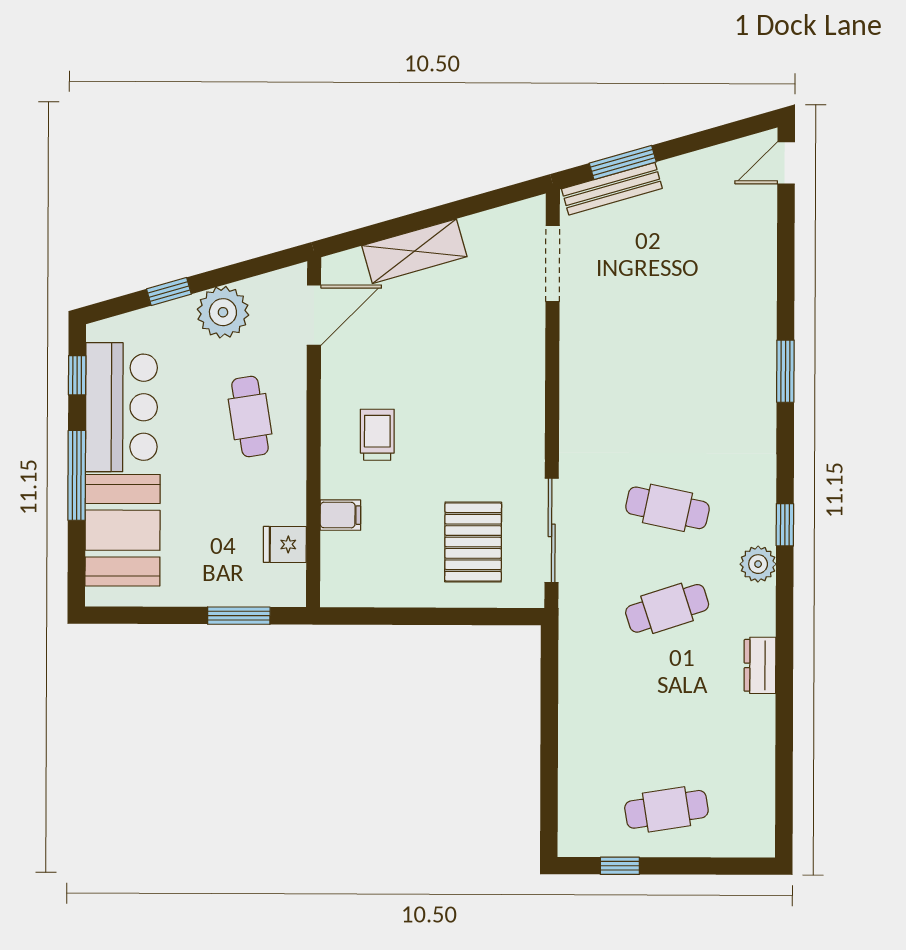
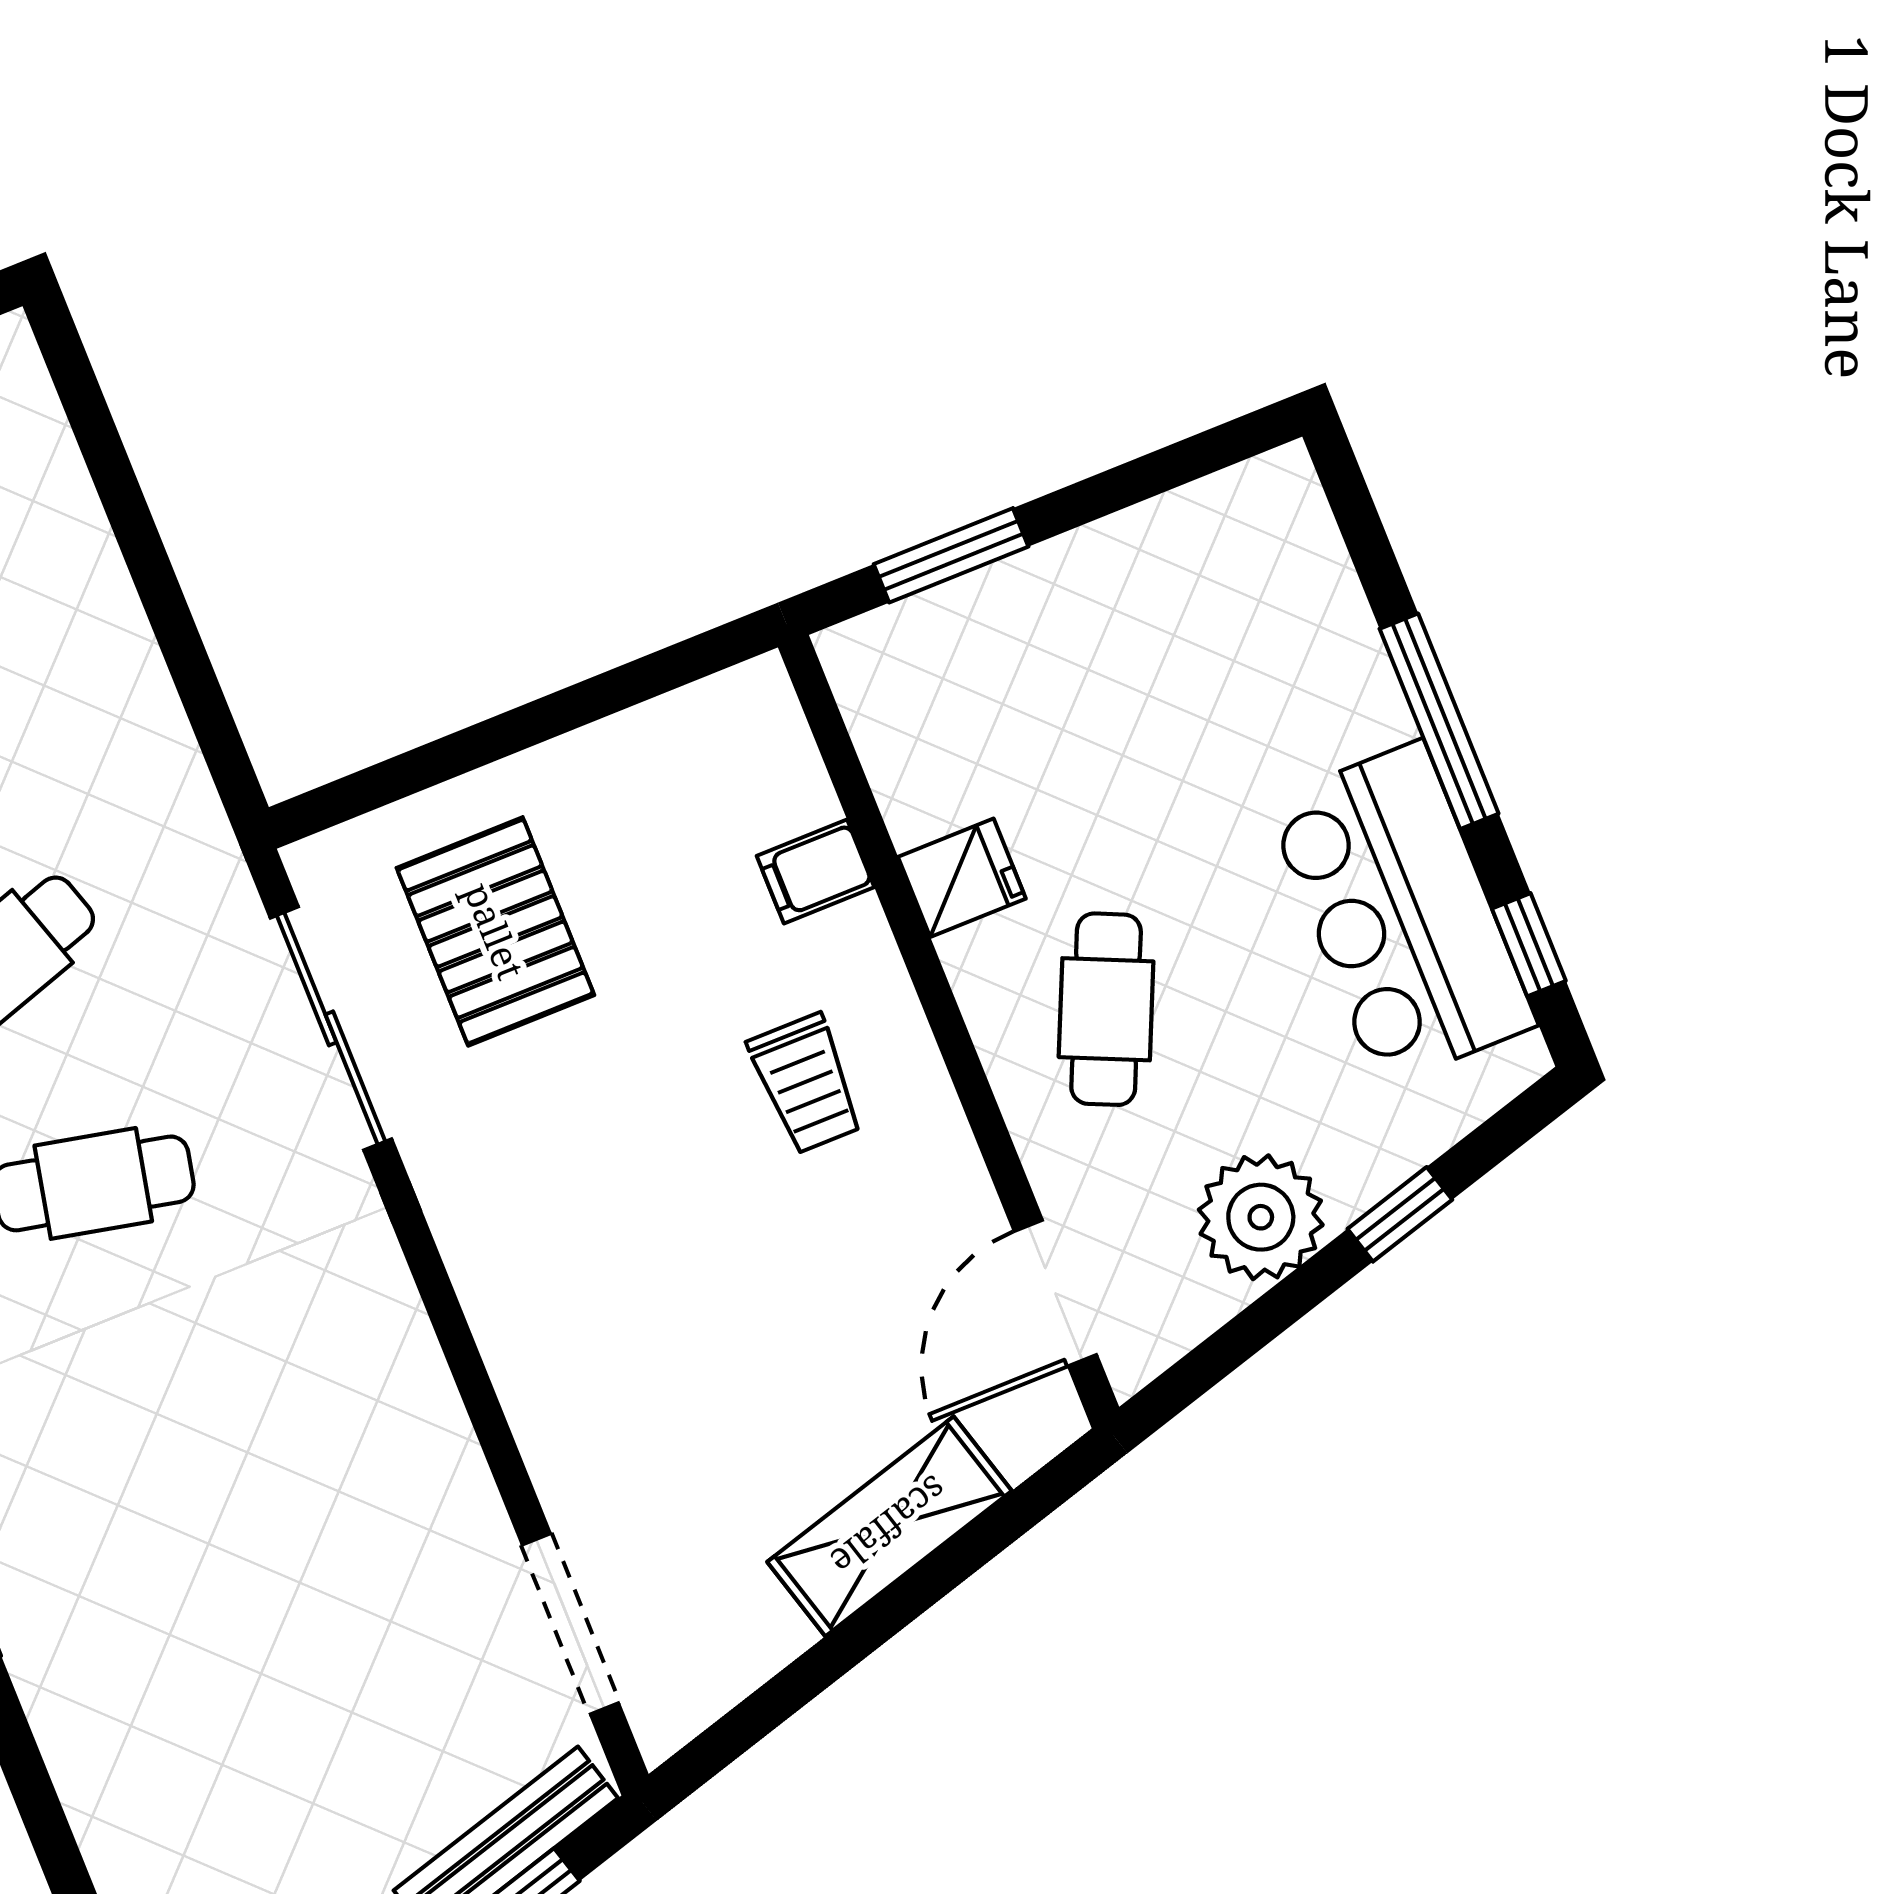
cafe table: (250, 417) -> (1106, 1009), turned 33
booth: (123, 530) -> (1287, 641), removed
fridge: (285, 544) -> (962, 878), moved

